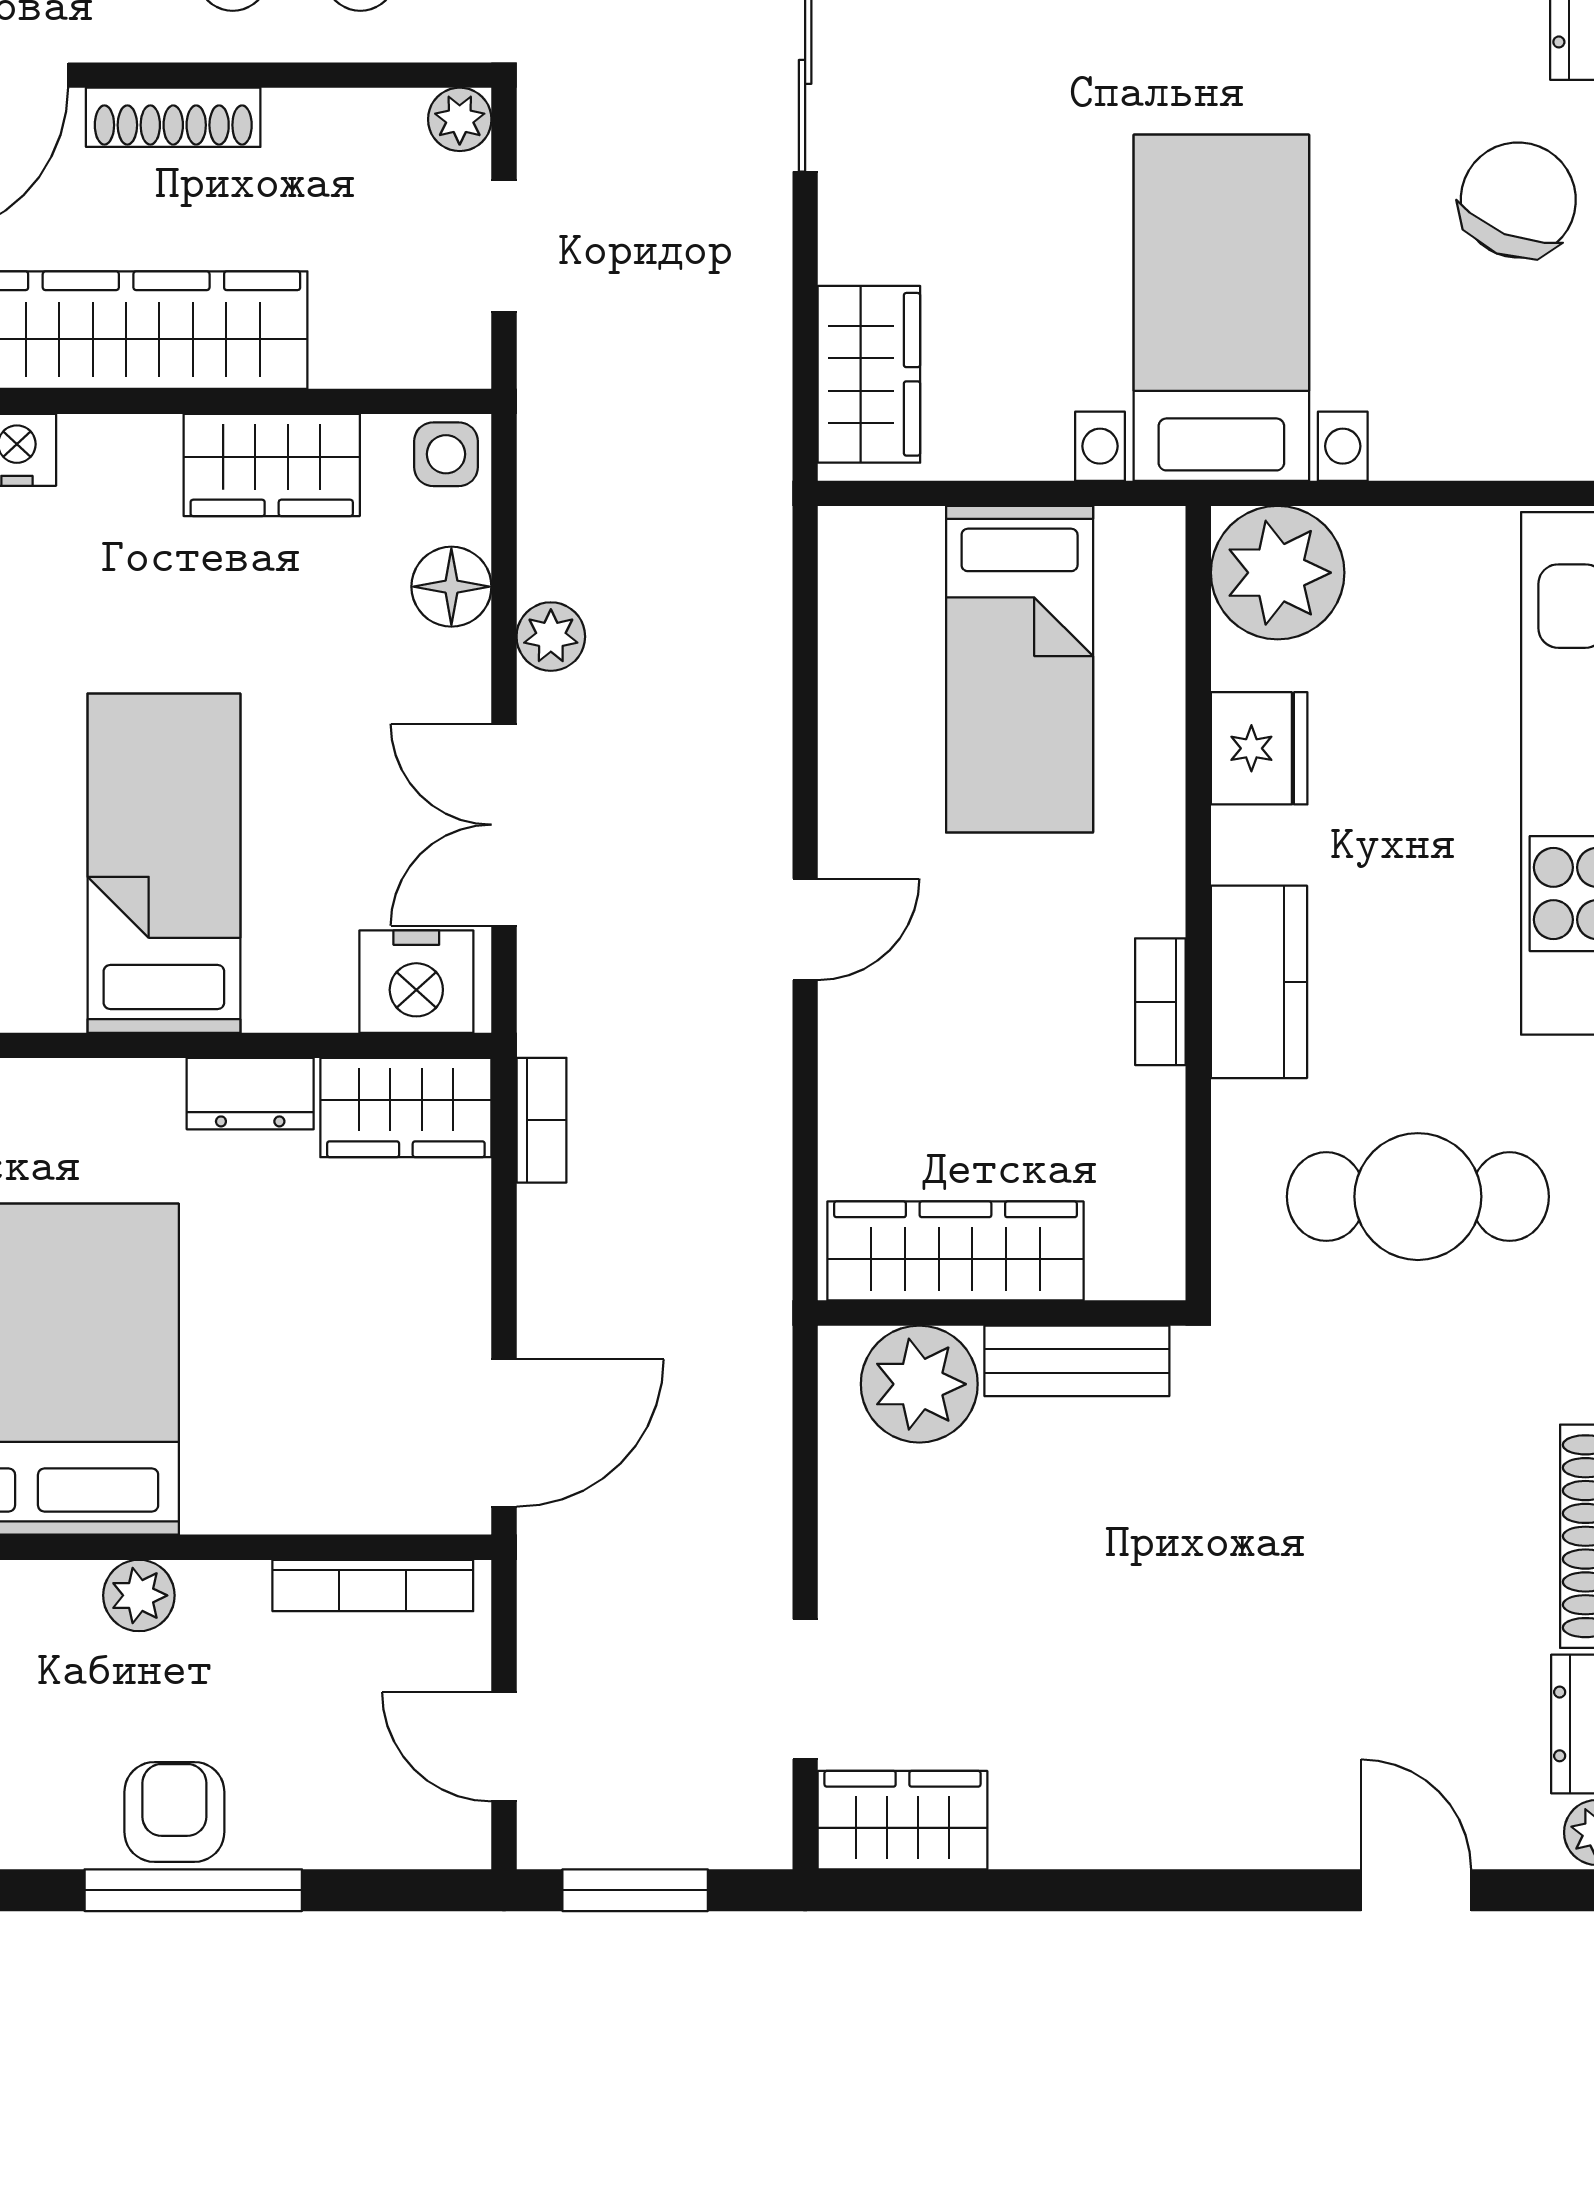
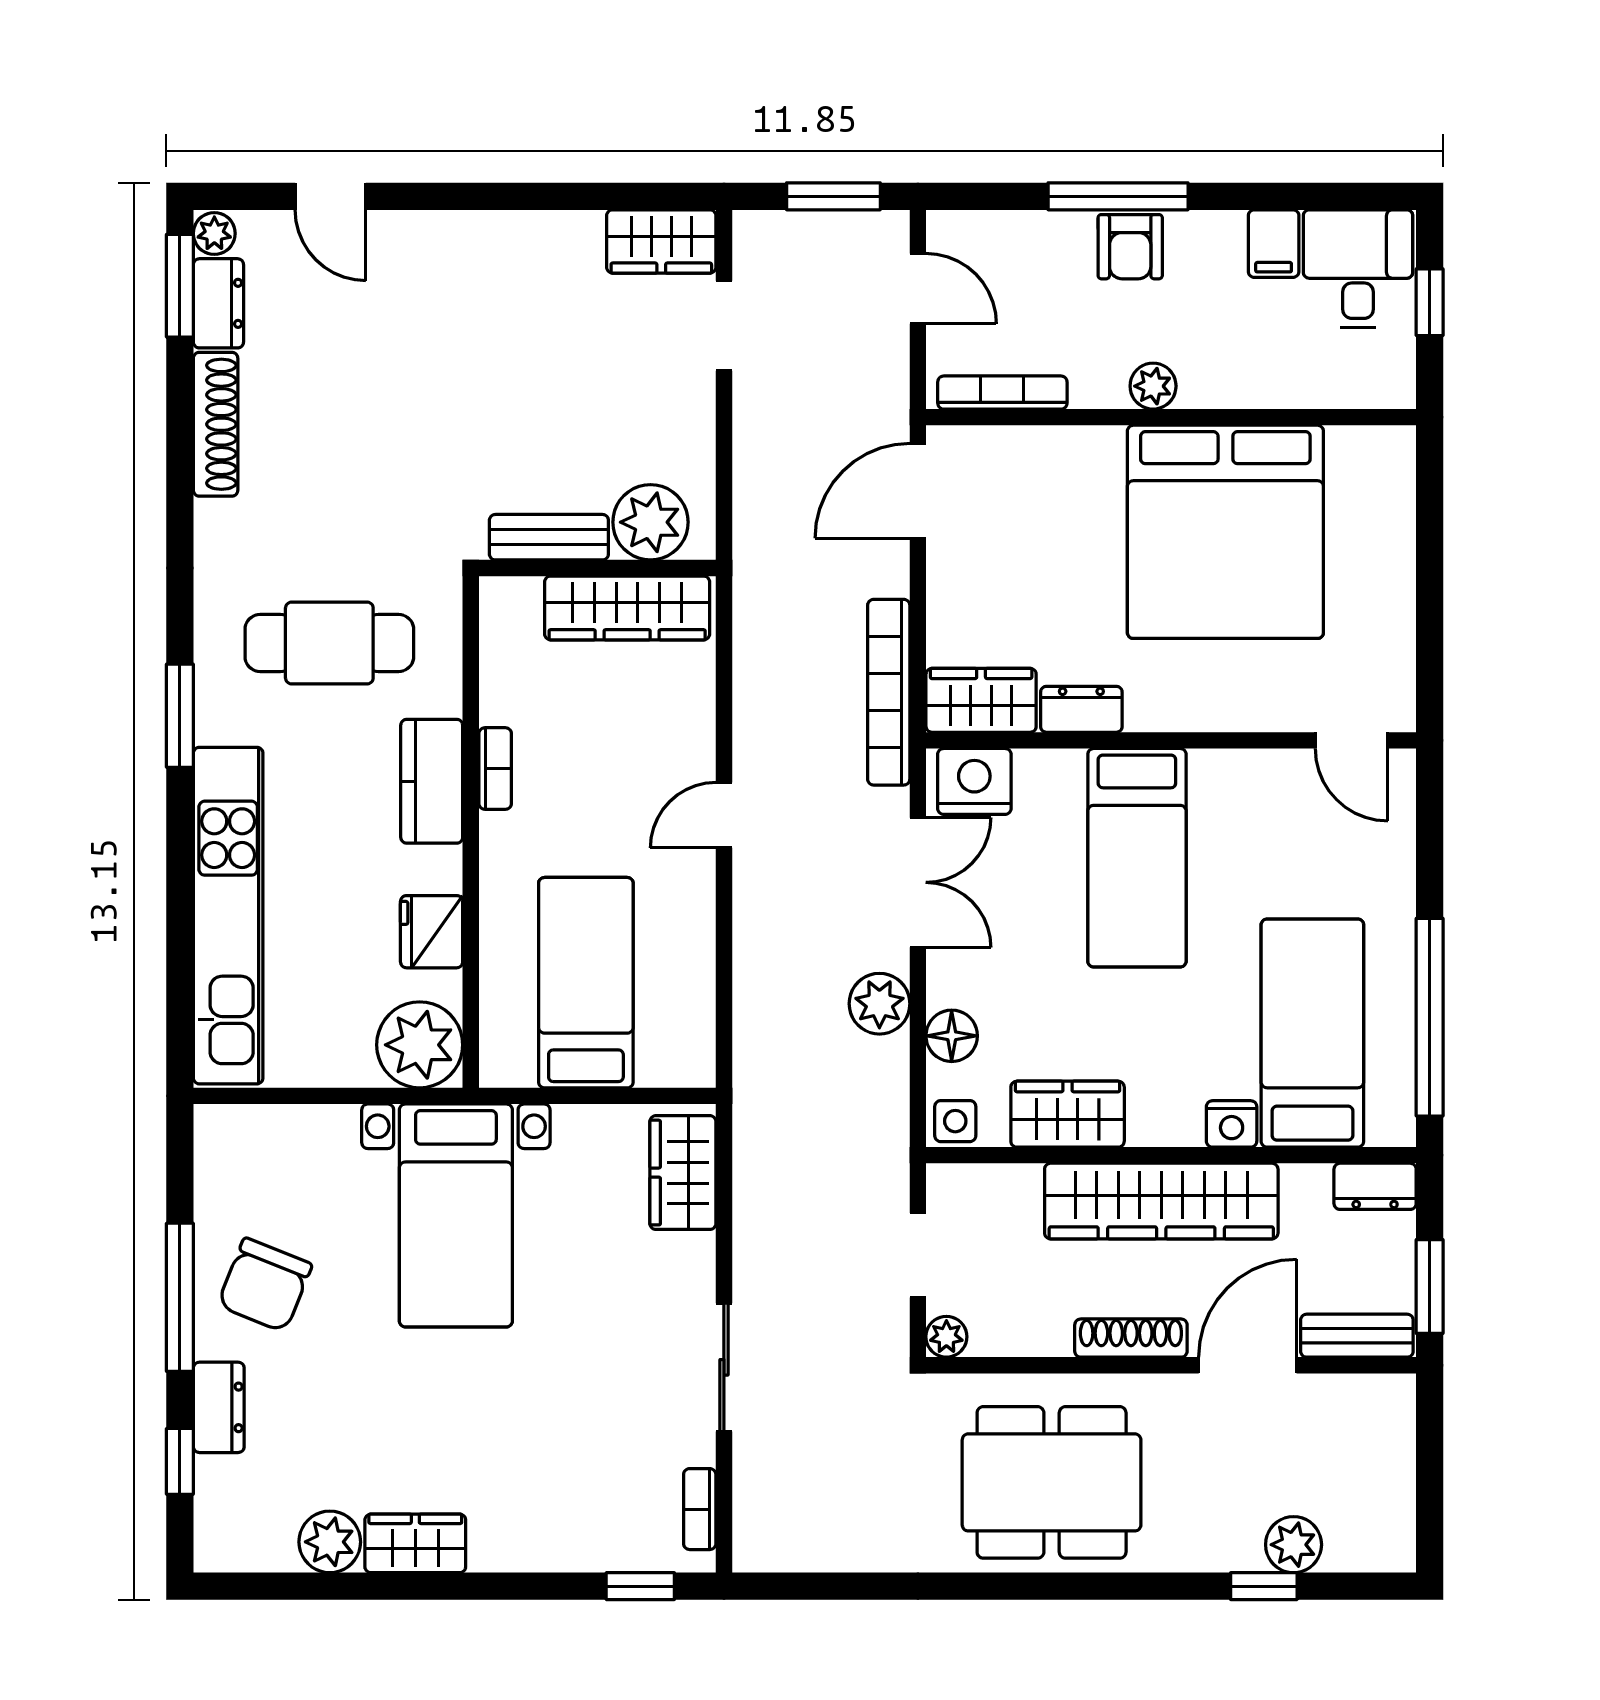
plant: (551, 637) -> (879, 1004), width x1.38, depth x1.38
bookcase: (542, 1120) -> (889, 692), width x2.31, depth x1.31

